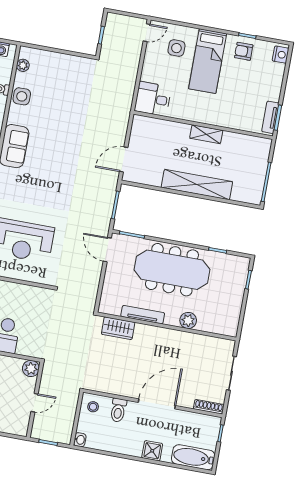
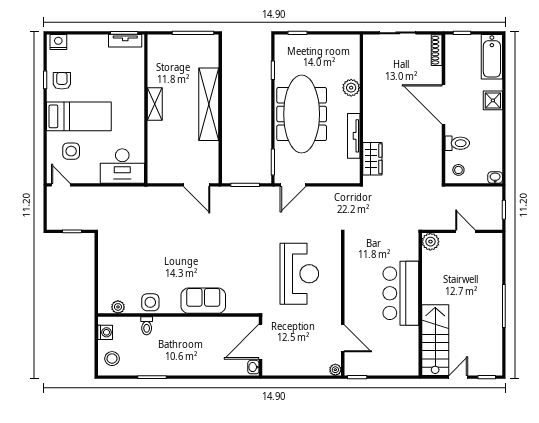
armchair: (244, 51) -> (62, 81), turned 180
desk: (153, 99) -> (122, 166), width x1.37

